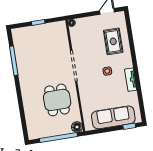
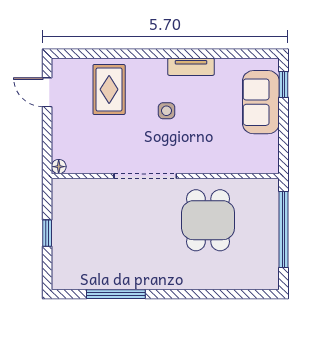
rug: (113, 41) -> (109, 89), turned 90
dining table: (57, 100) -> (208, 220), turned 90
sofa: (113, 117) -> (261, 102), width x0.73
floor lamp: (77, 127) -> (268, 189), removed

